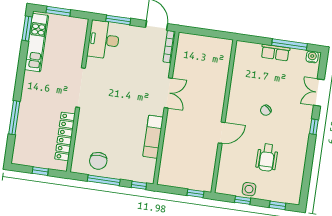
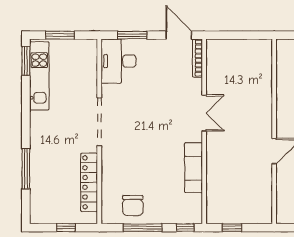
window: (195, 193) -> (232, 228), moved

